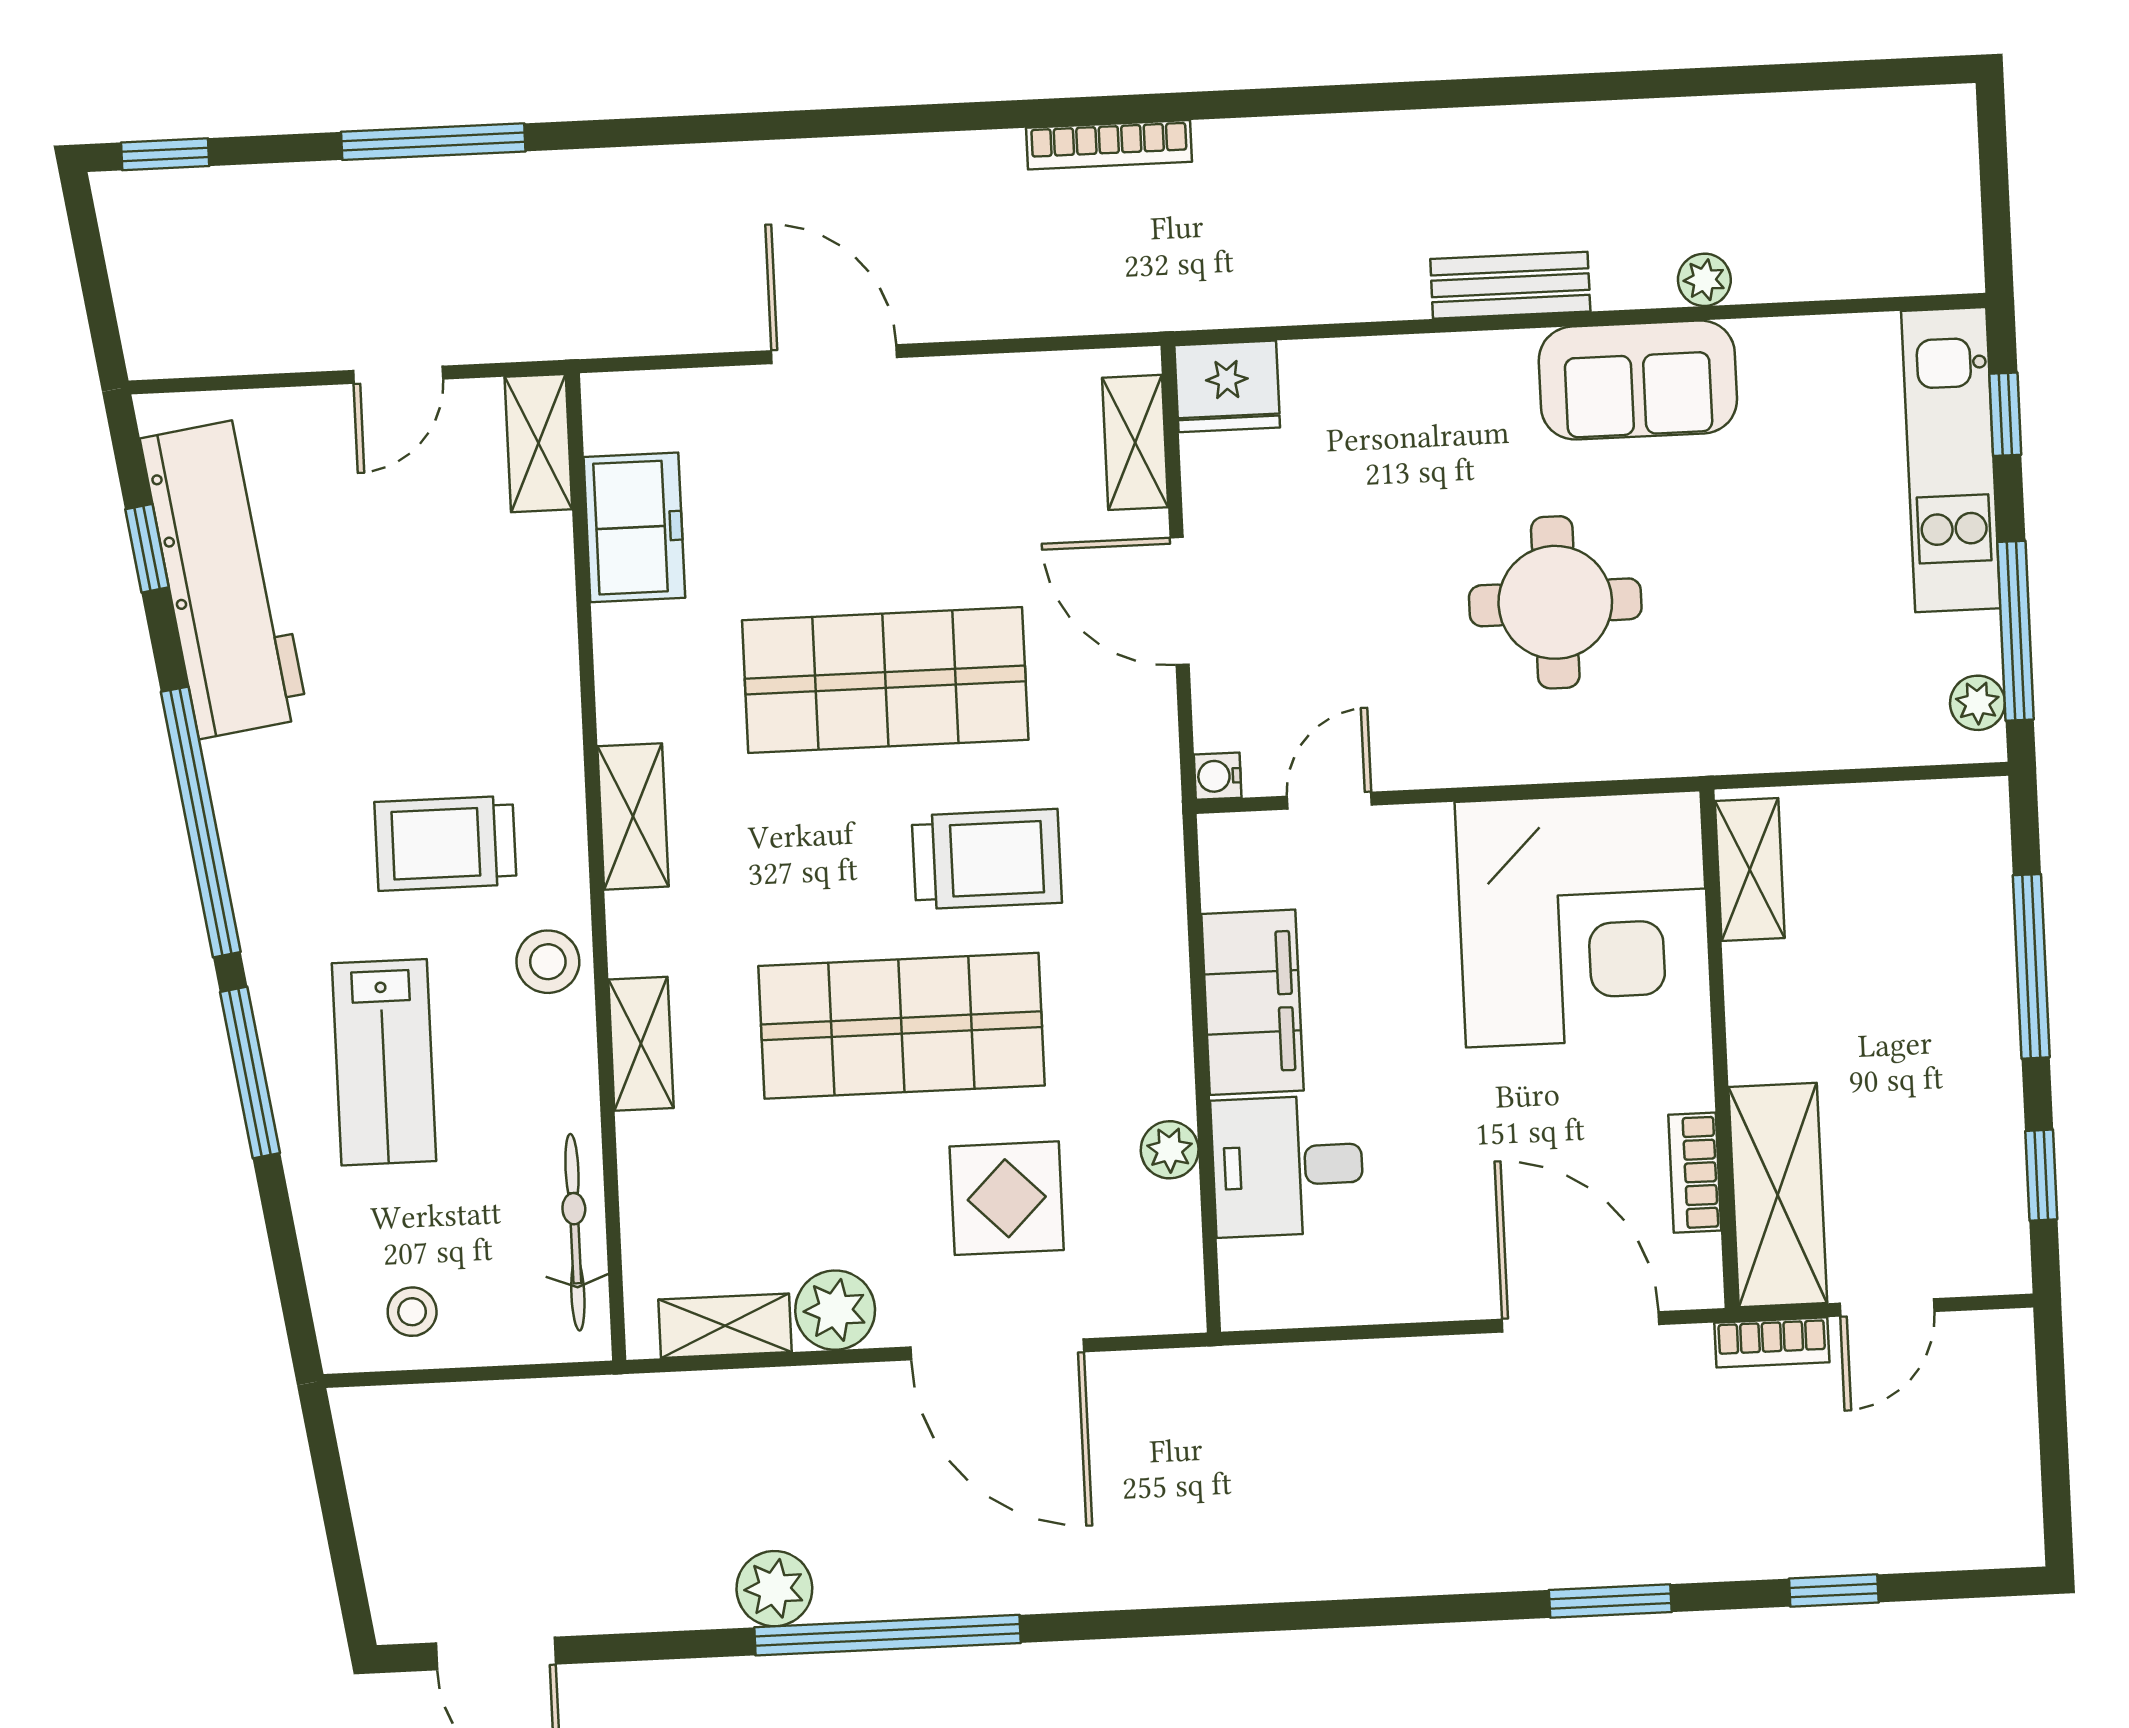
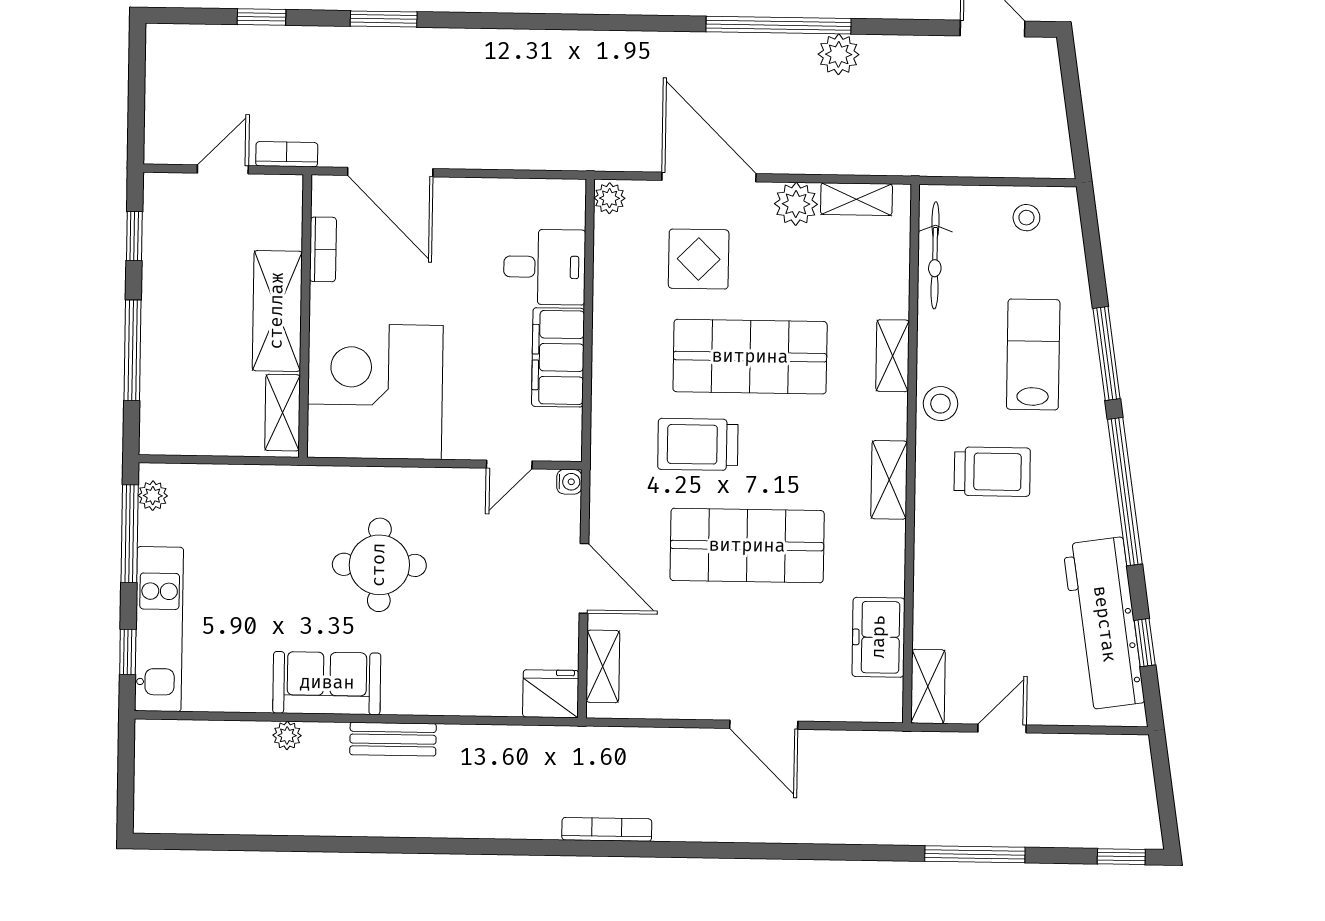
plant: (1170, 1150) -> (609, 198), moved
shelving: (1778, 1195) -> (277, 311), moved

